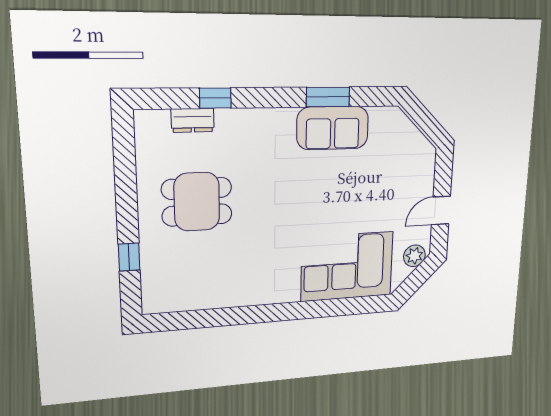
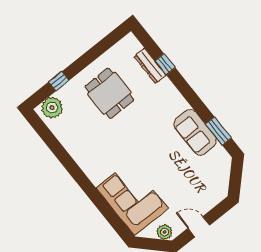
window: (328, 97) -> (218, 131), moved
dresser: (193, 120) -> (150, 66), width x1.44
plant: (158, 289) -> (52, 108), added

